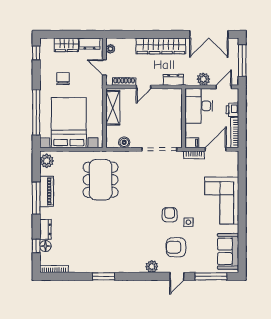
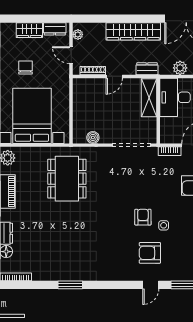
shelving: (113, 108) -> (149, 98), moved
filing cabinet: (192, 143) -> (167, 138), removed
plant: (152, 267) -> (123, 274), removed

